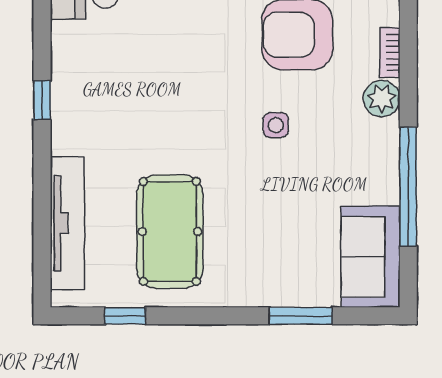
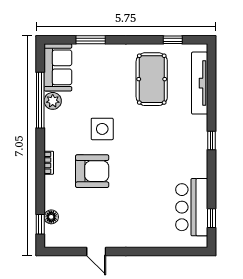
plant: (382, 99) -> (53, 101), moved
side table: (276, 125) -> (102, 129), width x1.87, depth x1.87

